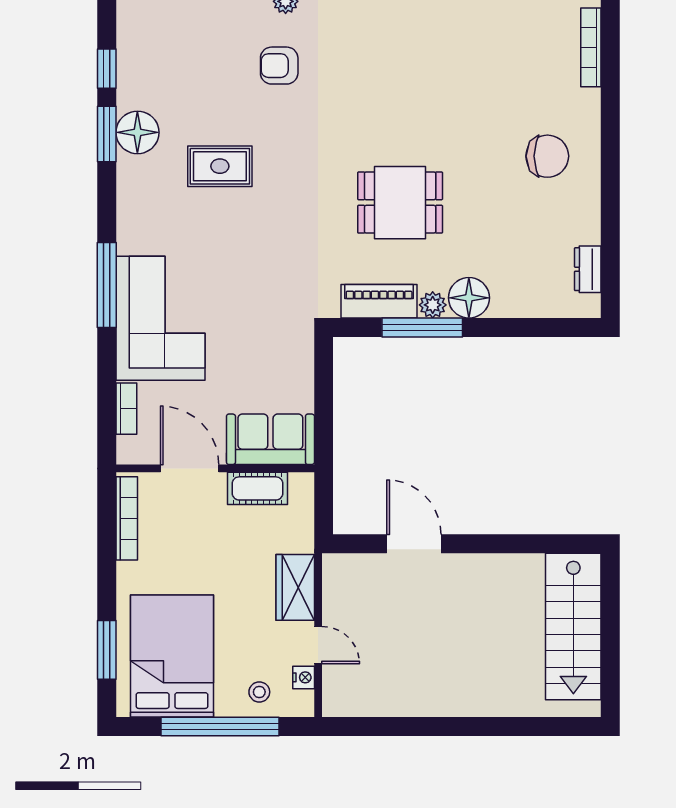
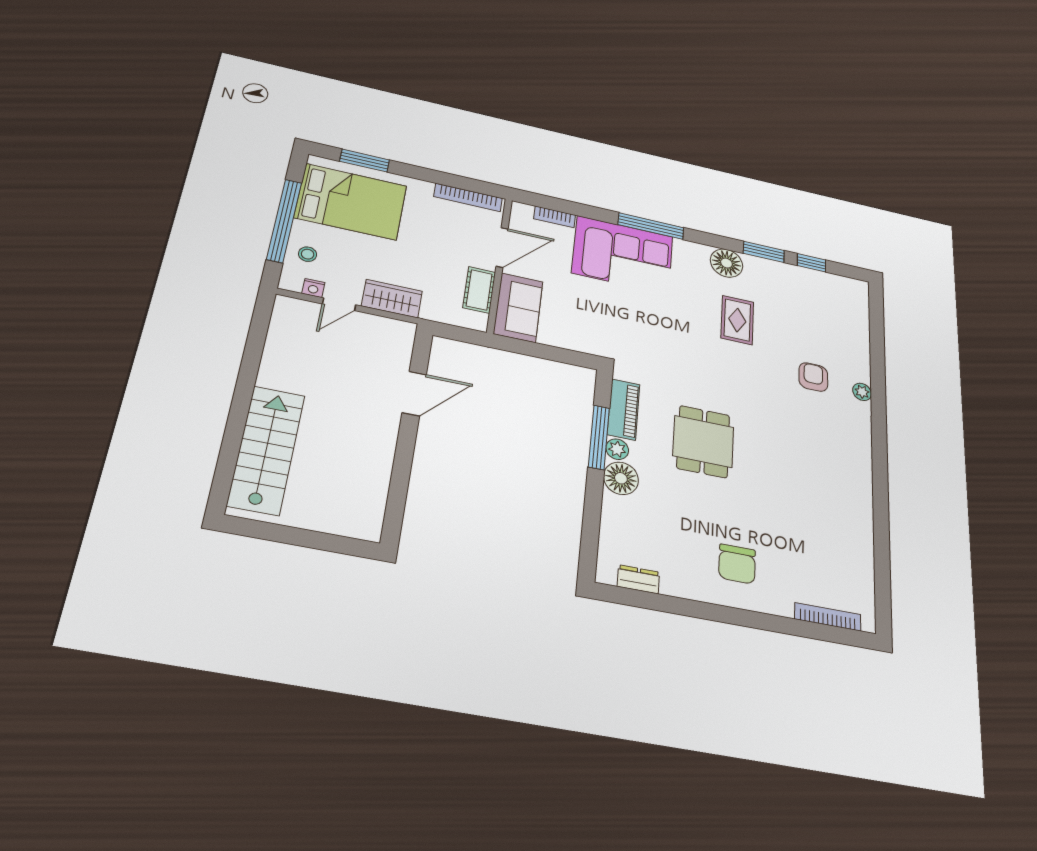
floor lamp: (137, 132) -> (727, 263), moved
stairs: (573, 626) -> (266, 450), moved, turned 90

